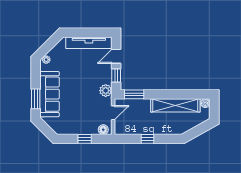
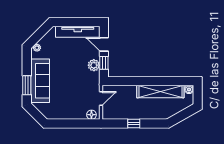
door: (116, 56) -> (104, 44), hinge flipped
plant: (106, 91) -> (94, 65), moved
window: (134, 94) -> (121, 81), removed
window: (85, 139) -> (74, 124), removed

